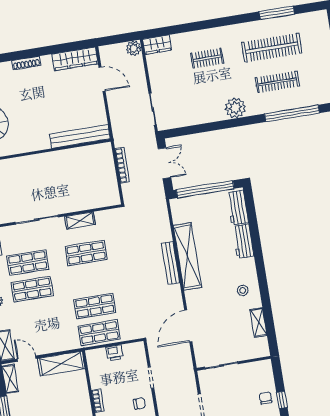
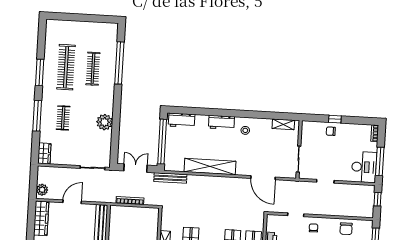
window: (277, 13) -> (40, 73), moved
window: (203, 25) -> (37, 116), added
plant: (134, 48) -> (42, 190), moved
door: (102, 79) -> (72, 202), moved
plant: (235, 108) -> (105, 122), moved
workbench: (243, 241) -> (221, 122), moved
bench: (171, 263) -> (170, 178), moved
shelving: (259, 322) -> (283, 124), moved

